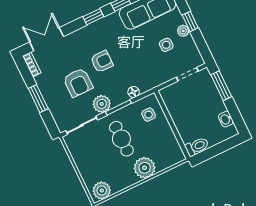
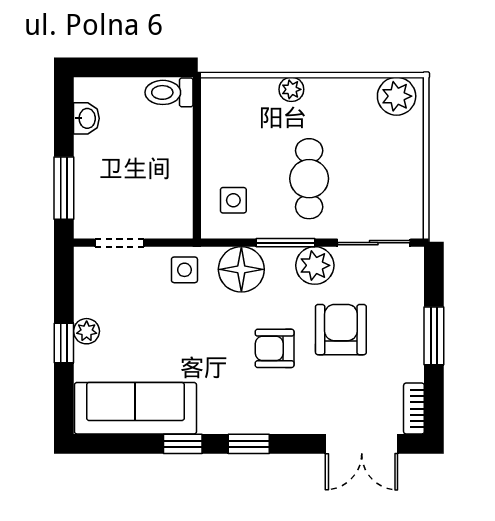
side table: (166, 45) -> (184, 270), moved
floor lamp: (134, 92) -> (241, 269), width x1.89, depth x1.89
plant: (145, 168) -> (291, 89), width x0.53, depth x0.53

